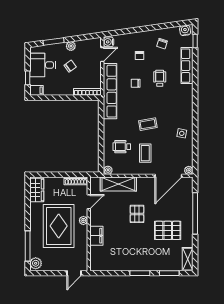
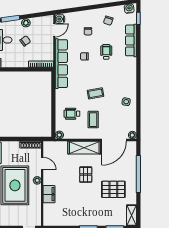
shelving: (118, 184) -> (84, 148), moved
door: (89, 202) -> (42, 164), hinge flipped

